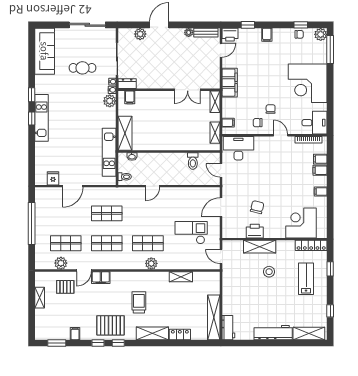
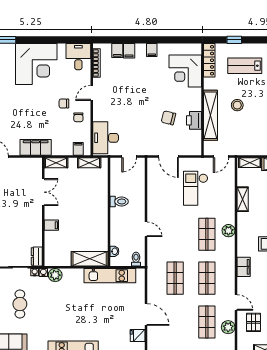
filing cabinet: (130, 97) -> (51, 225), moved
toilet: (193, 161) -> (119, 201), moved
shelving: (260, 247) -> (211, 115), width x1.47
filing cabinet: (101, 278) -> (244, 267), moved
shelving: (215, 284) -> (250, 163), added

